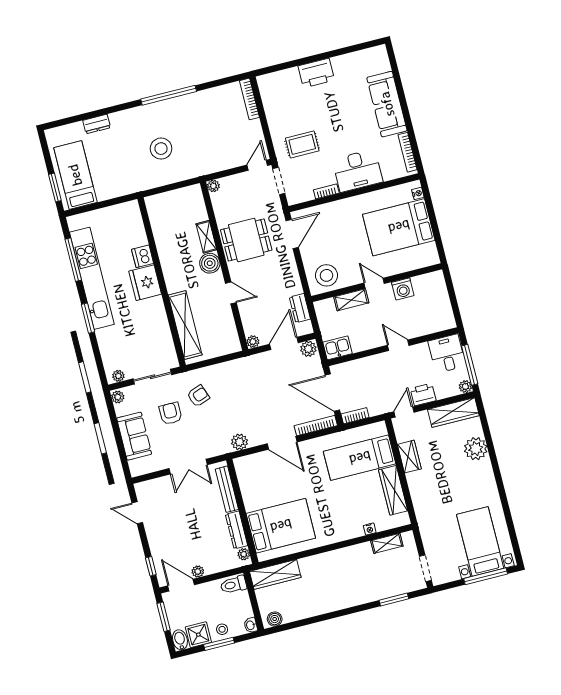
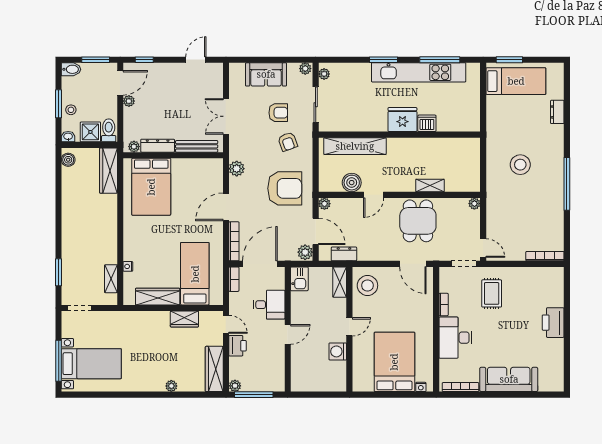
boiler: (210, 263) -> (352, 183), moved
shelving: (351, 300) -> (340, 282), moved
desk: (447, 354) -> (269, 305), moved
armchair: (247, 387) -> (285, 188), added
plant: (476, 449) -> (171, 386), width x0.53, depth x0.53
shower: (198, 635) -> (90, 132), moved

